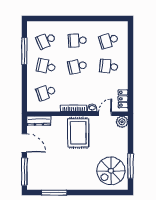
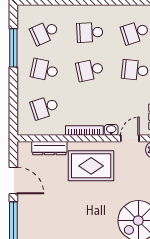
dresser: (39, 121) -> (49, 148), moved
rug: (78, 133) -> (91, 166), turned 90

